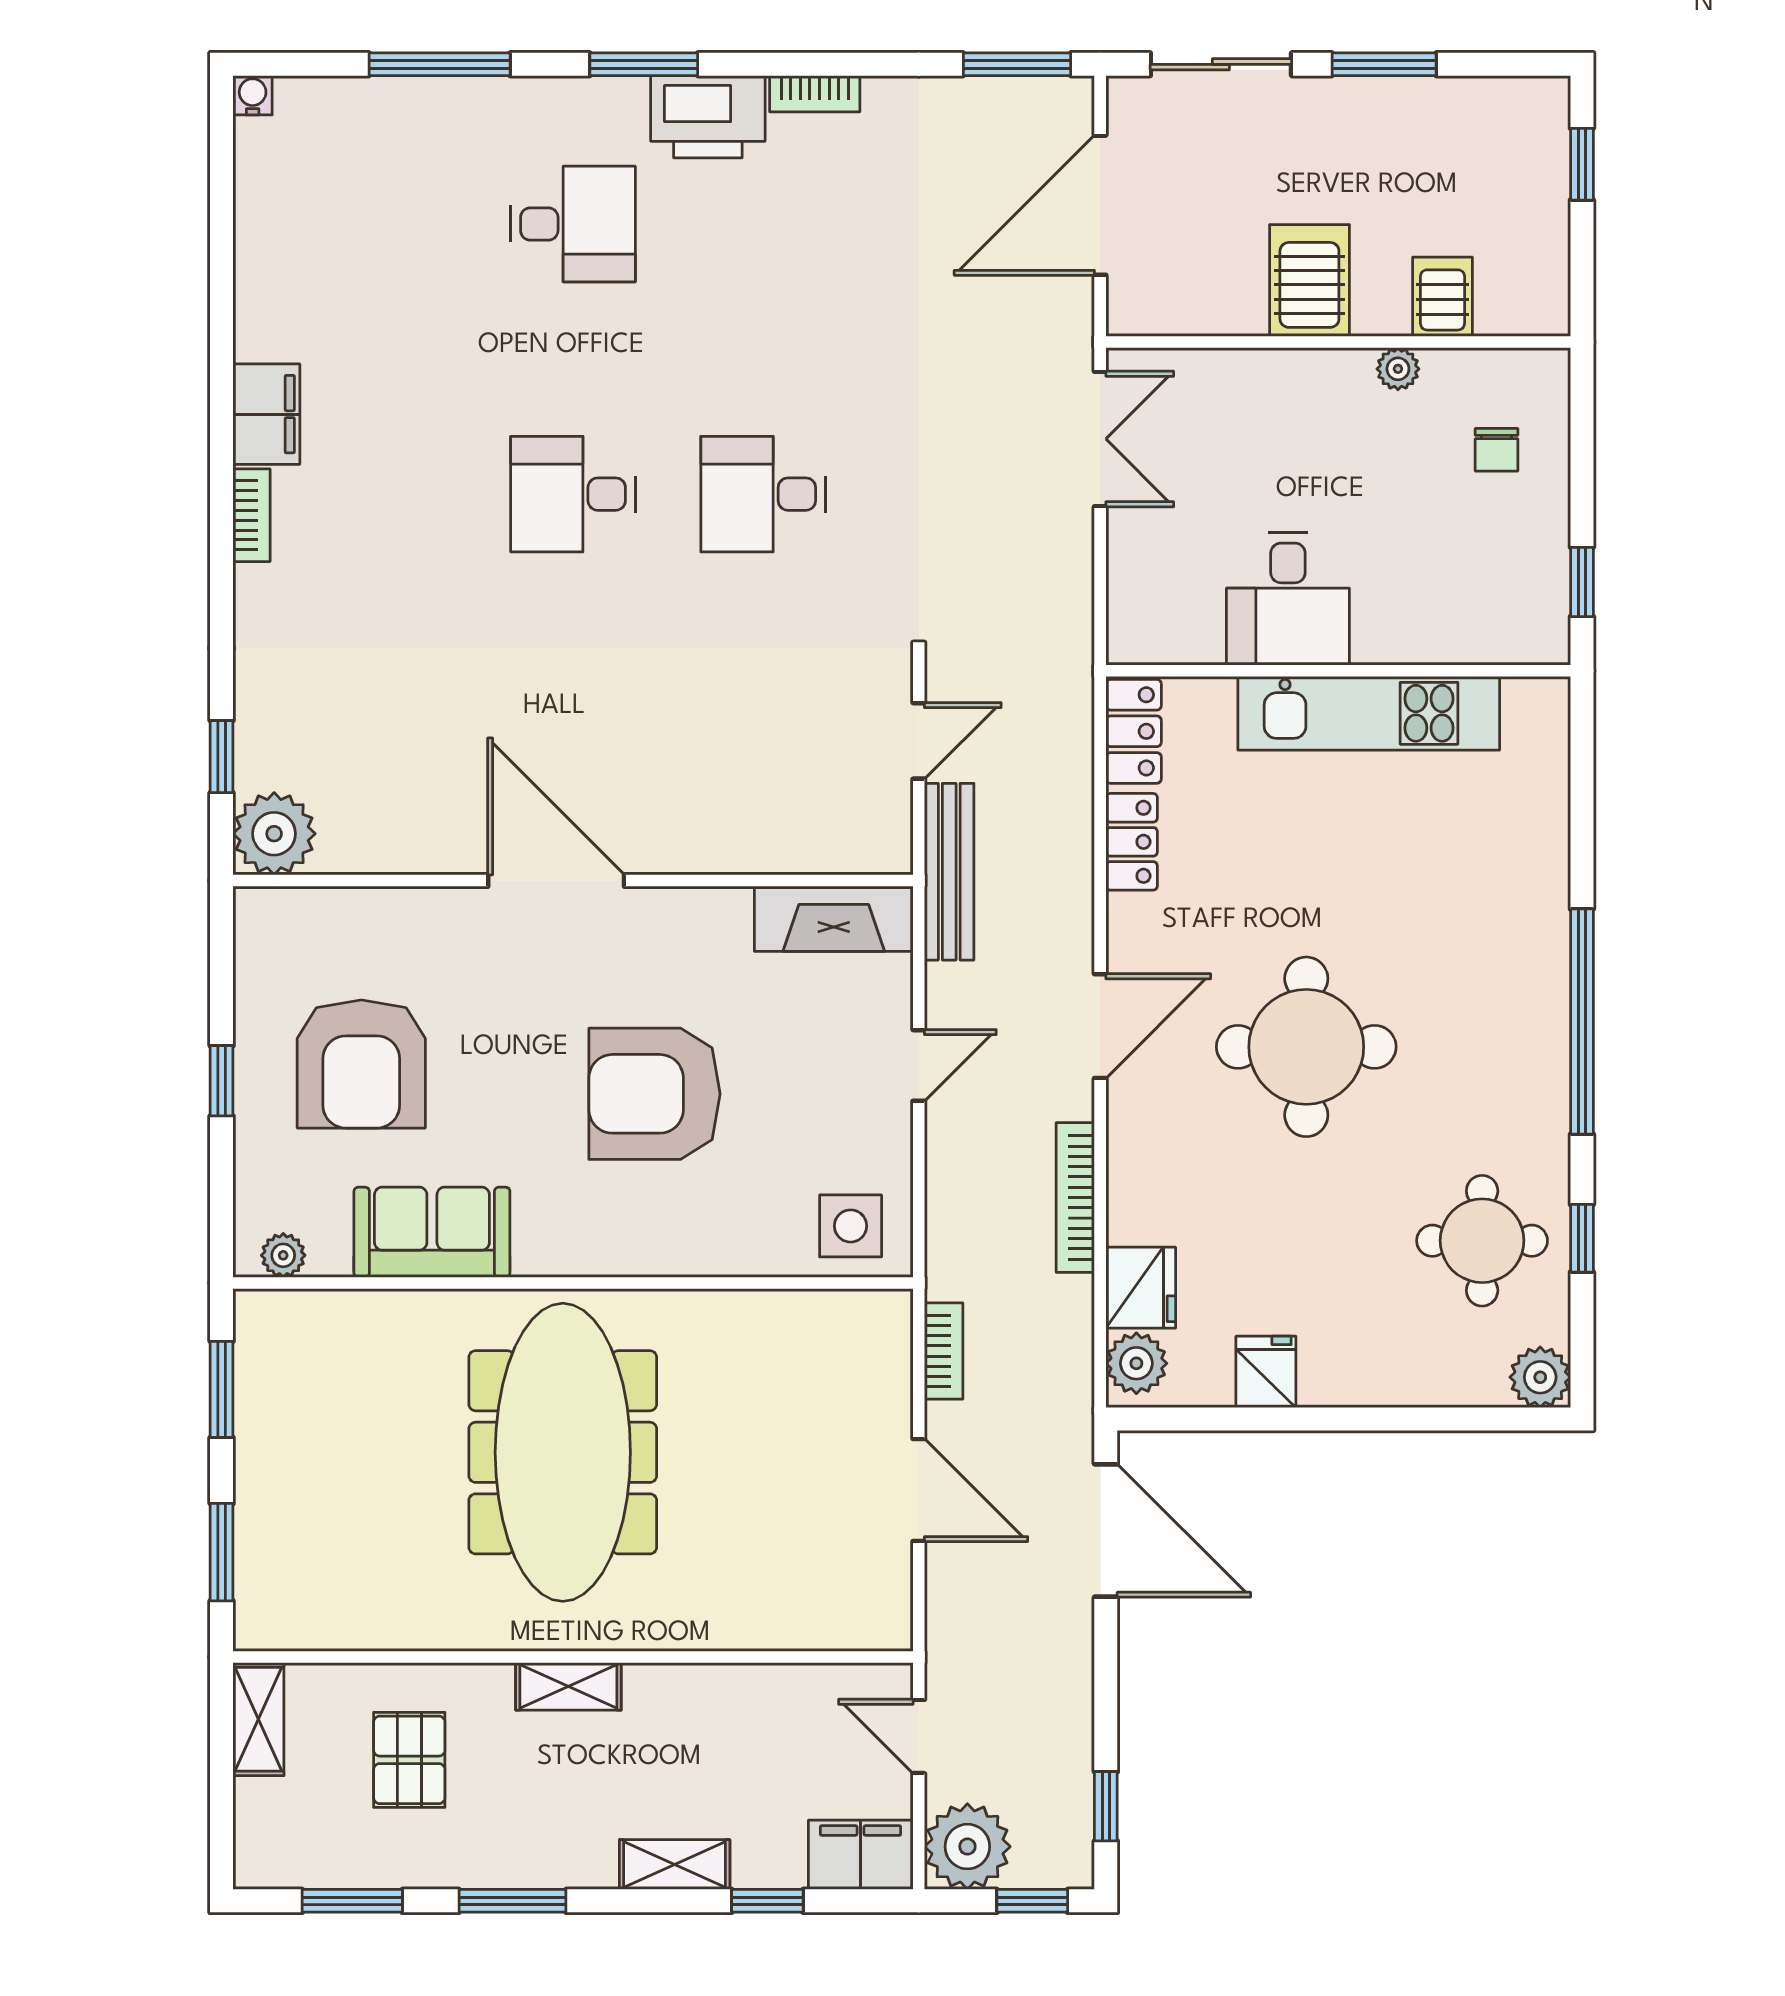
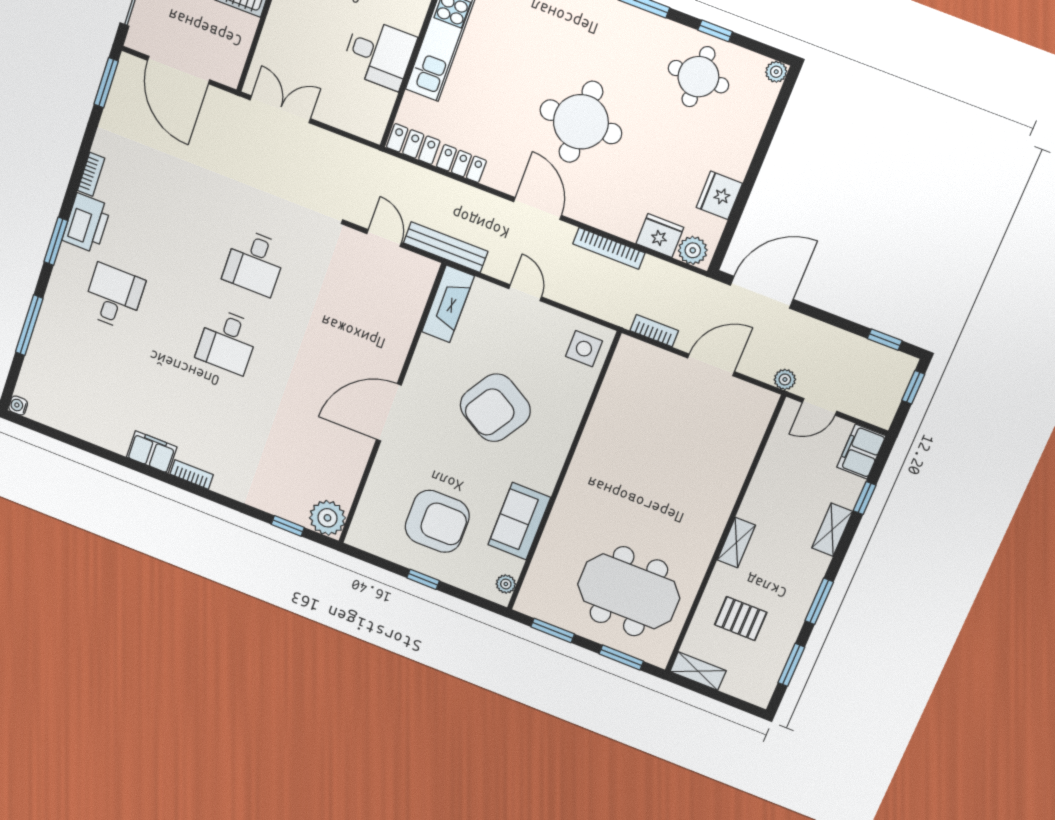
armchair: (654, 1094) -> (495, 408), turned 31
fridge: (1266, 1372) -> (719, 195), width x1.38
plant: (1540, 1377) -> (776, 72), width x0.73, depth x0.73
meeting table: (563, 1452) -> (629, 591), moved, width x0.73
plant: (967, 1847) -> (785, 379), moved, width x0.53, depth x0.53

